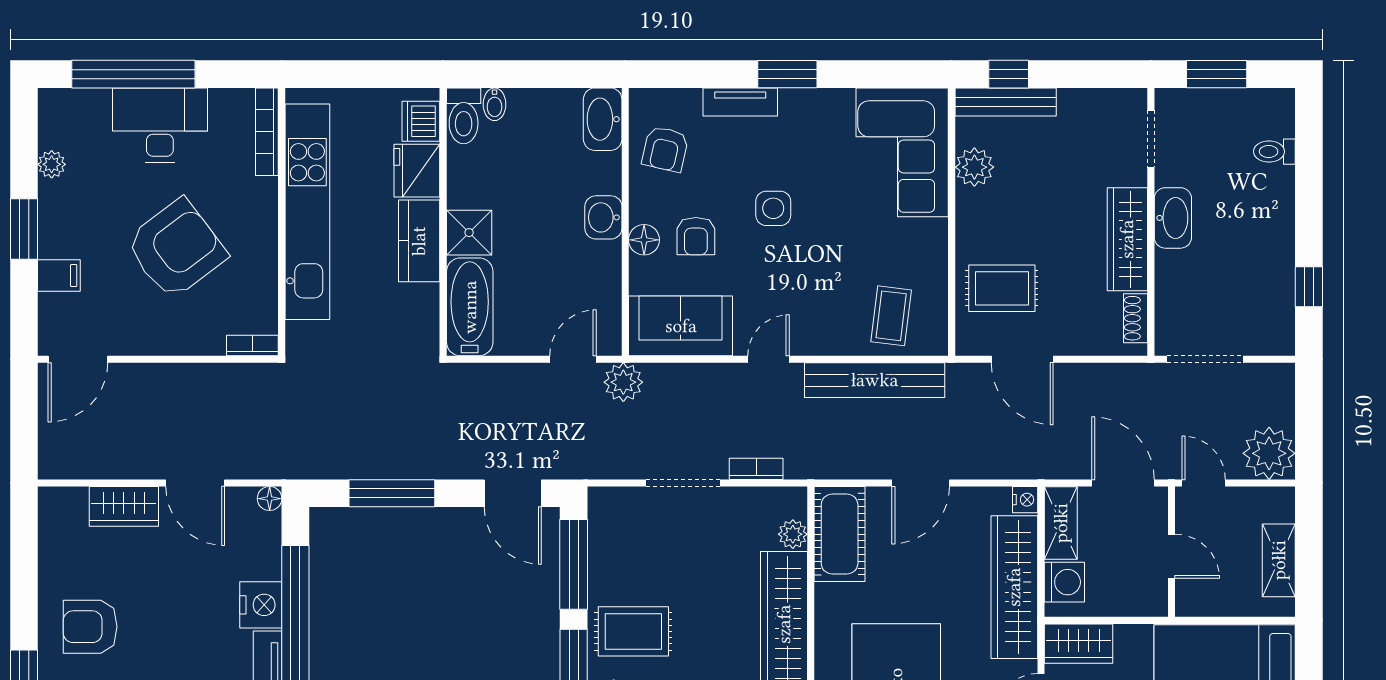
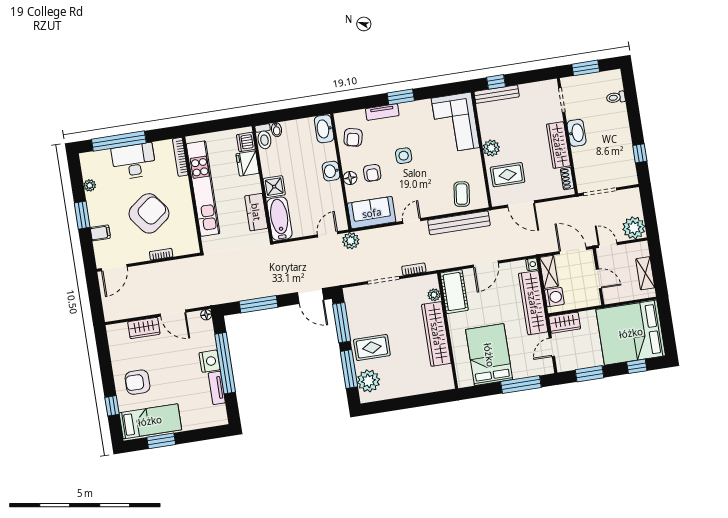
plant: (974, 167) -> (491, 148), moved
kitchen counter: (419, 241) -> (256, 212), moved
bookcase: (252, 345) -> (161, 254), moved

